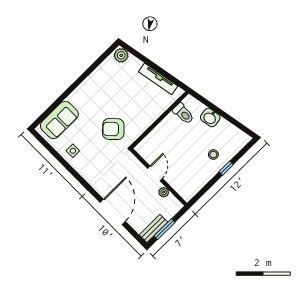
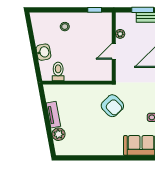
plant: (121, 55) -> (58, 134), moved
tv unit: (158, 79) -> (53, 115), width x0.71
window: (226, 168) -> (95, 10), moved

